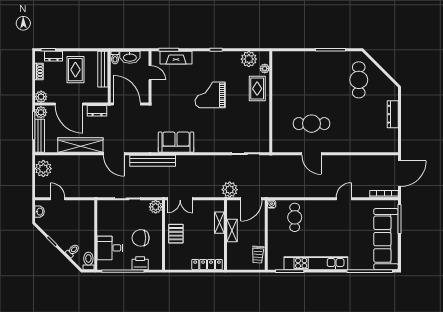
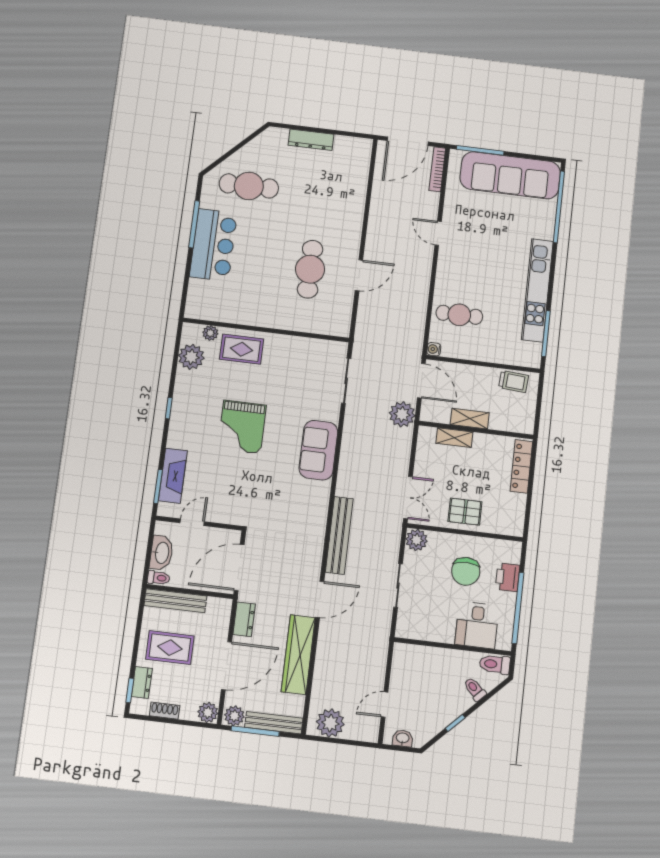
bar counter: (319, 63) -> (213, 245), added
sofa: (176, 142) -> (318, 450), moved
door: (399, 174) -> (408, 141), swing flipped

